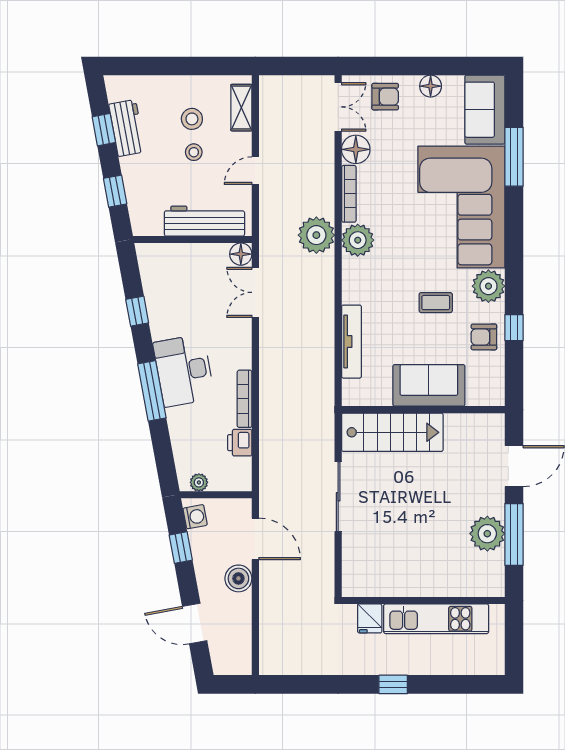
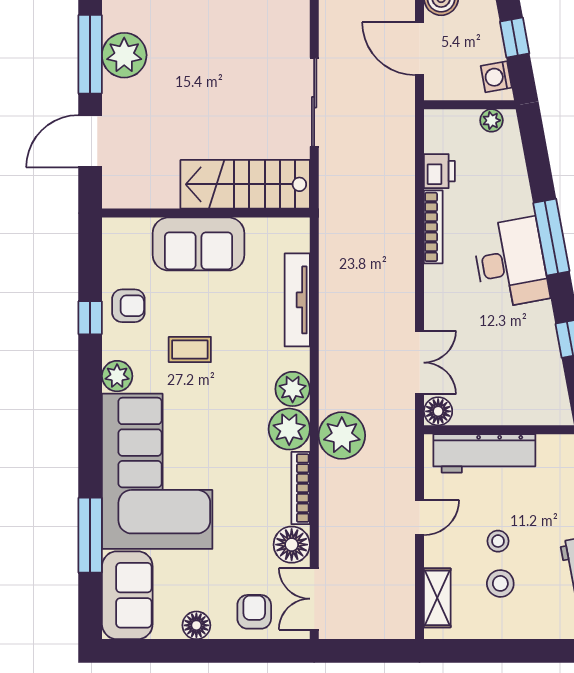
armchair: (385, 97) -> (254, 612), turned 90
plant: (355, 272) -> (293, 389), added
plant: (488, 286) -> (117, 376), width x0.73, depth x0.73

